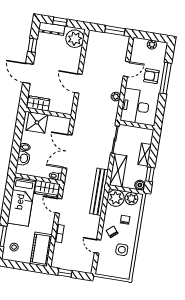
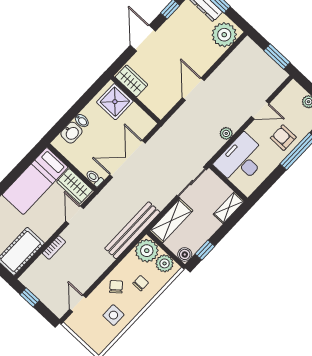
shelving: (145, 155) -> (229, 208), moved
door: (98, 246) -> (78, 303), moved

